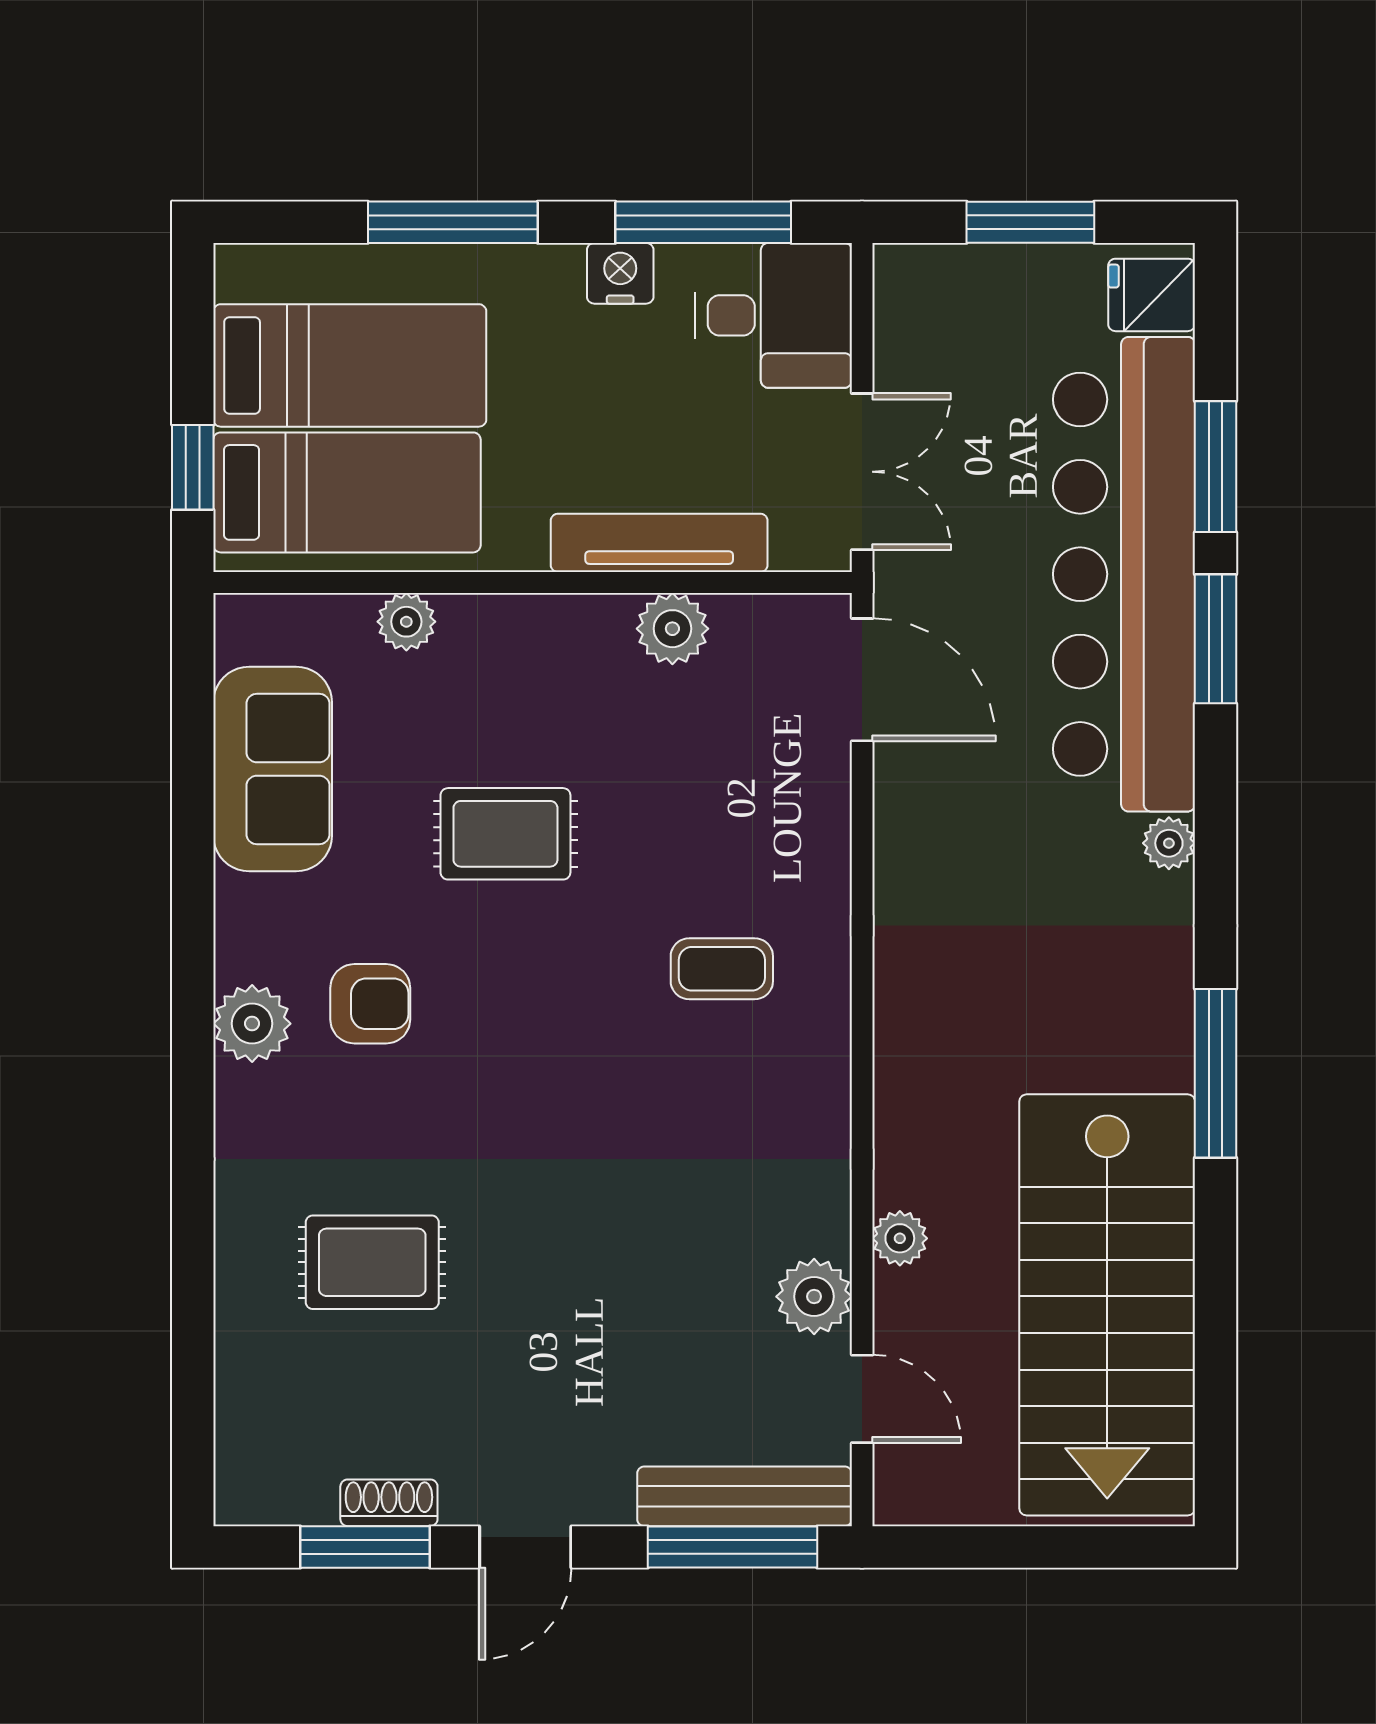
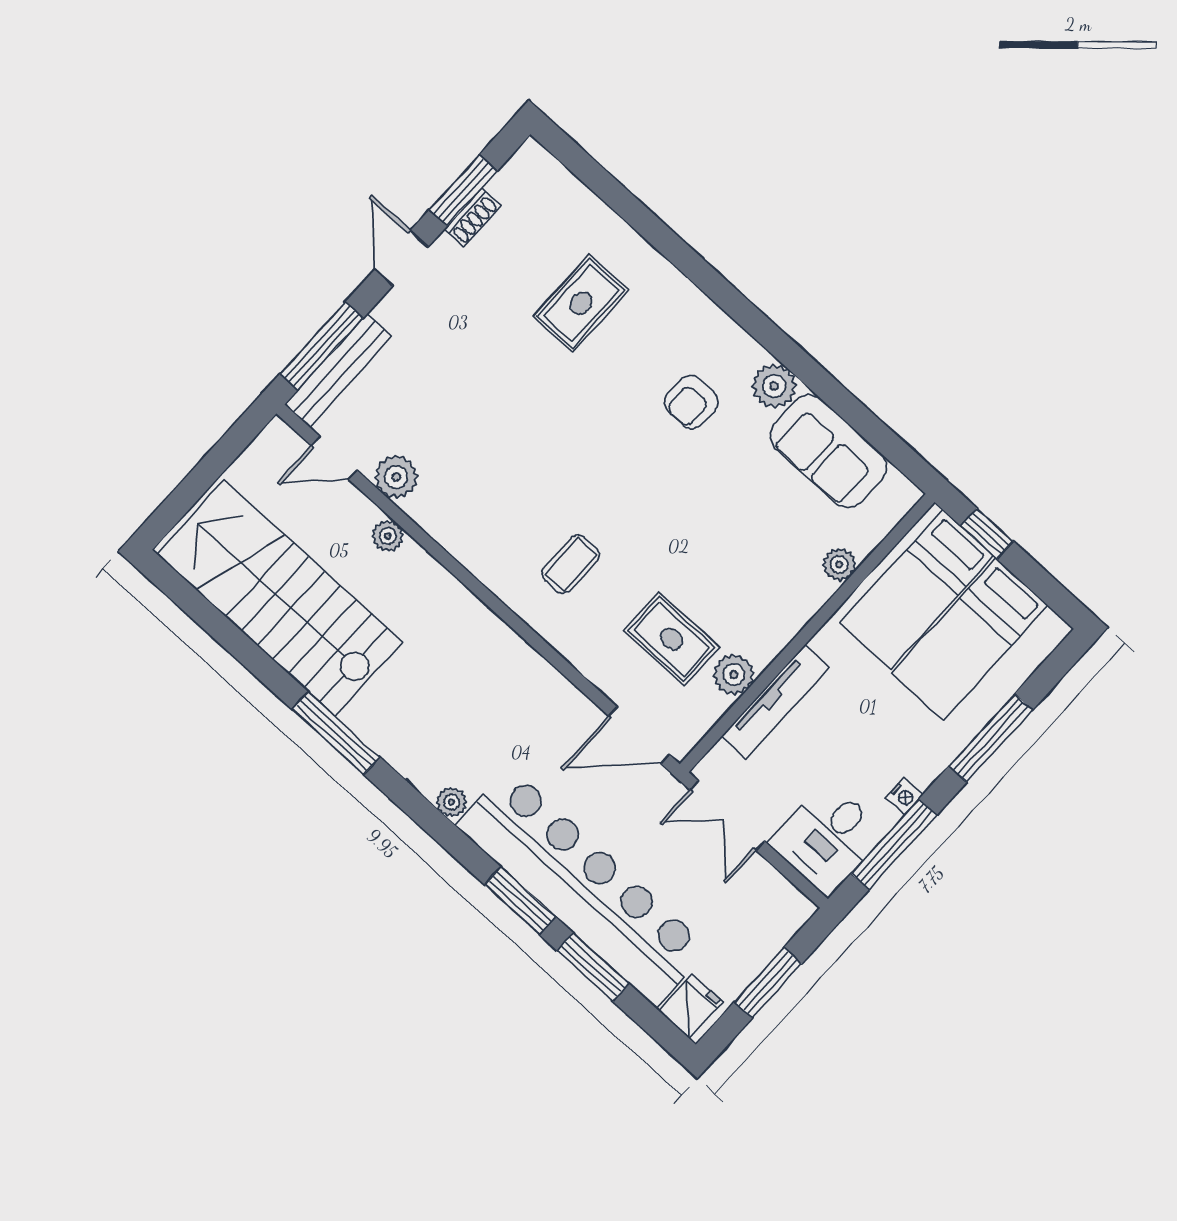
nightstand: (620, 273) -> (904, 796), width x0.72, depth x0.74
rug: (505, 834) -> (671, 639), moved, turned 90
plant: (252, 1024) -> (774, 386), moved

